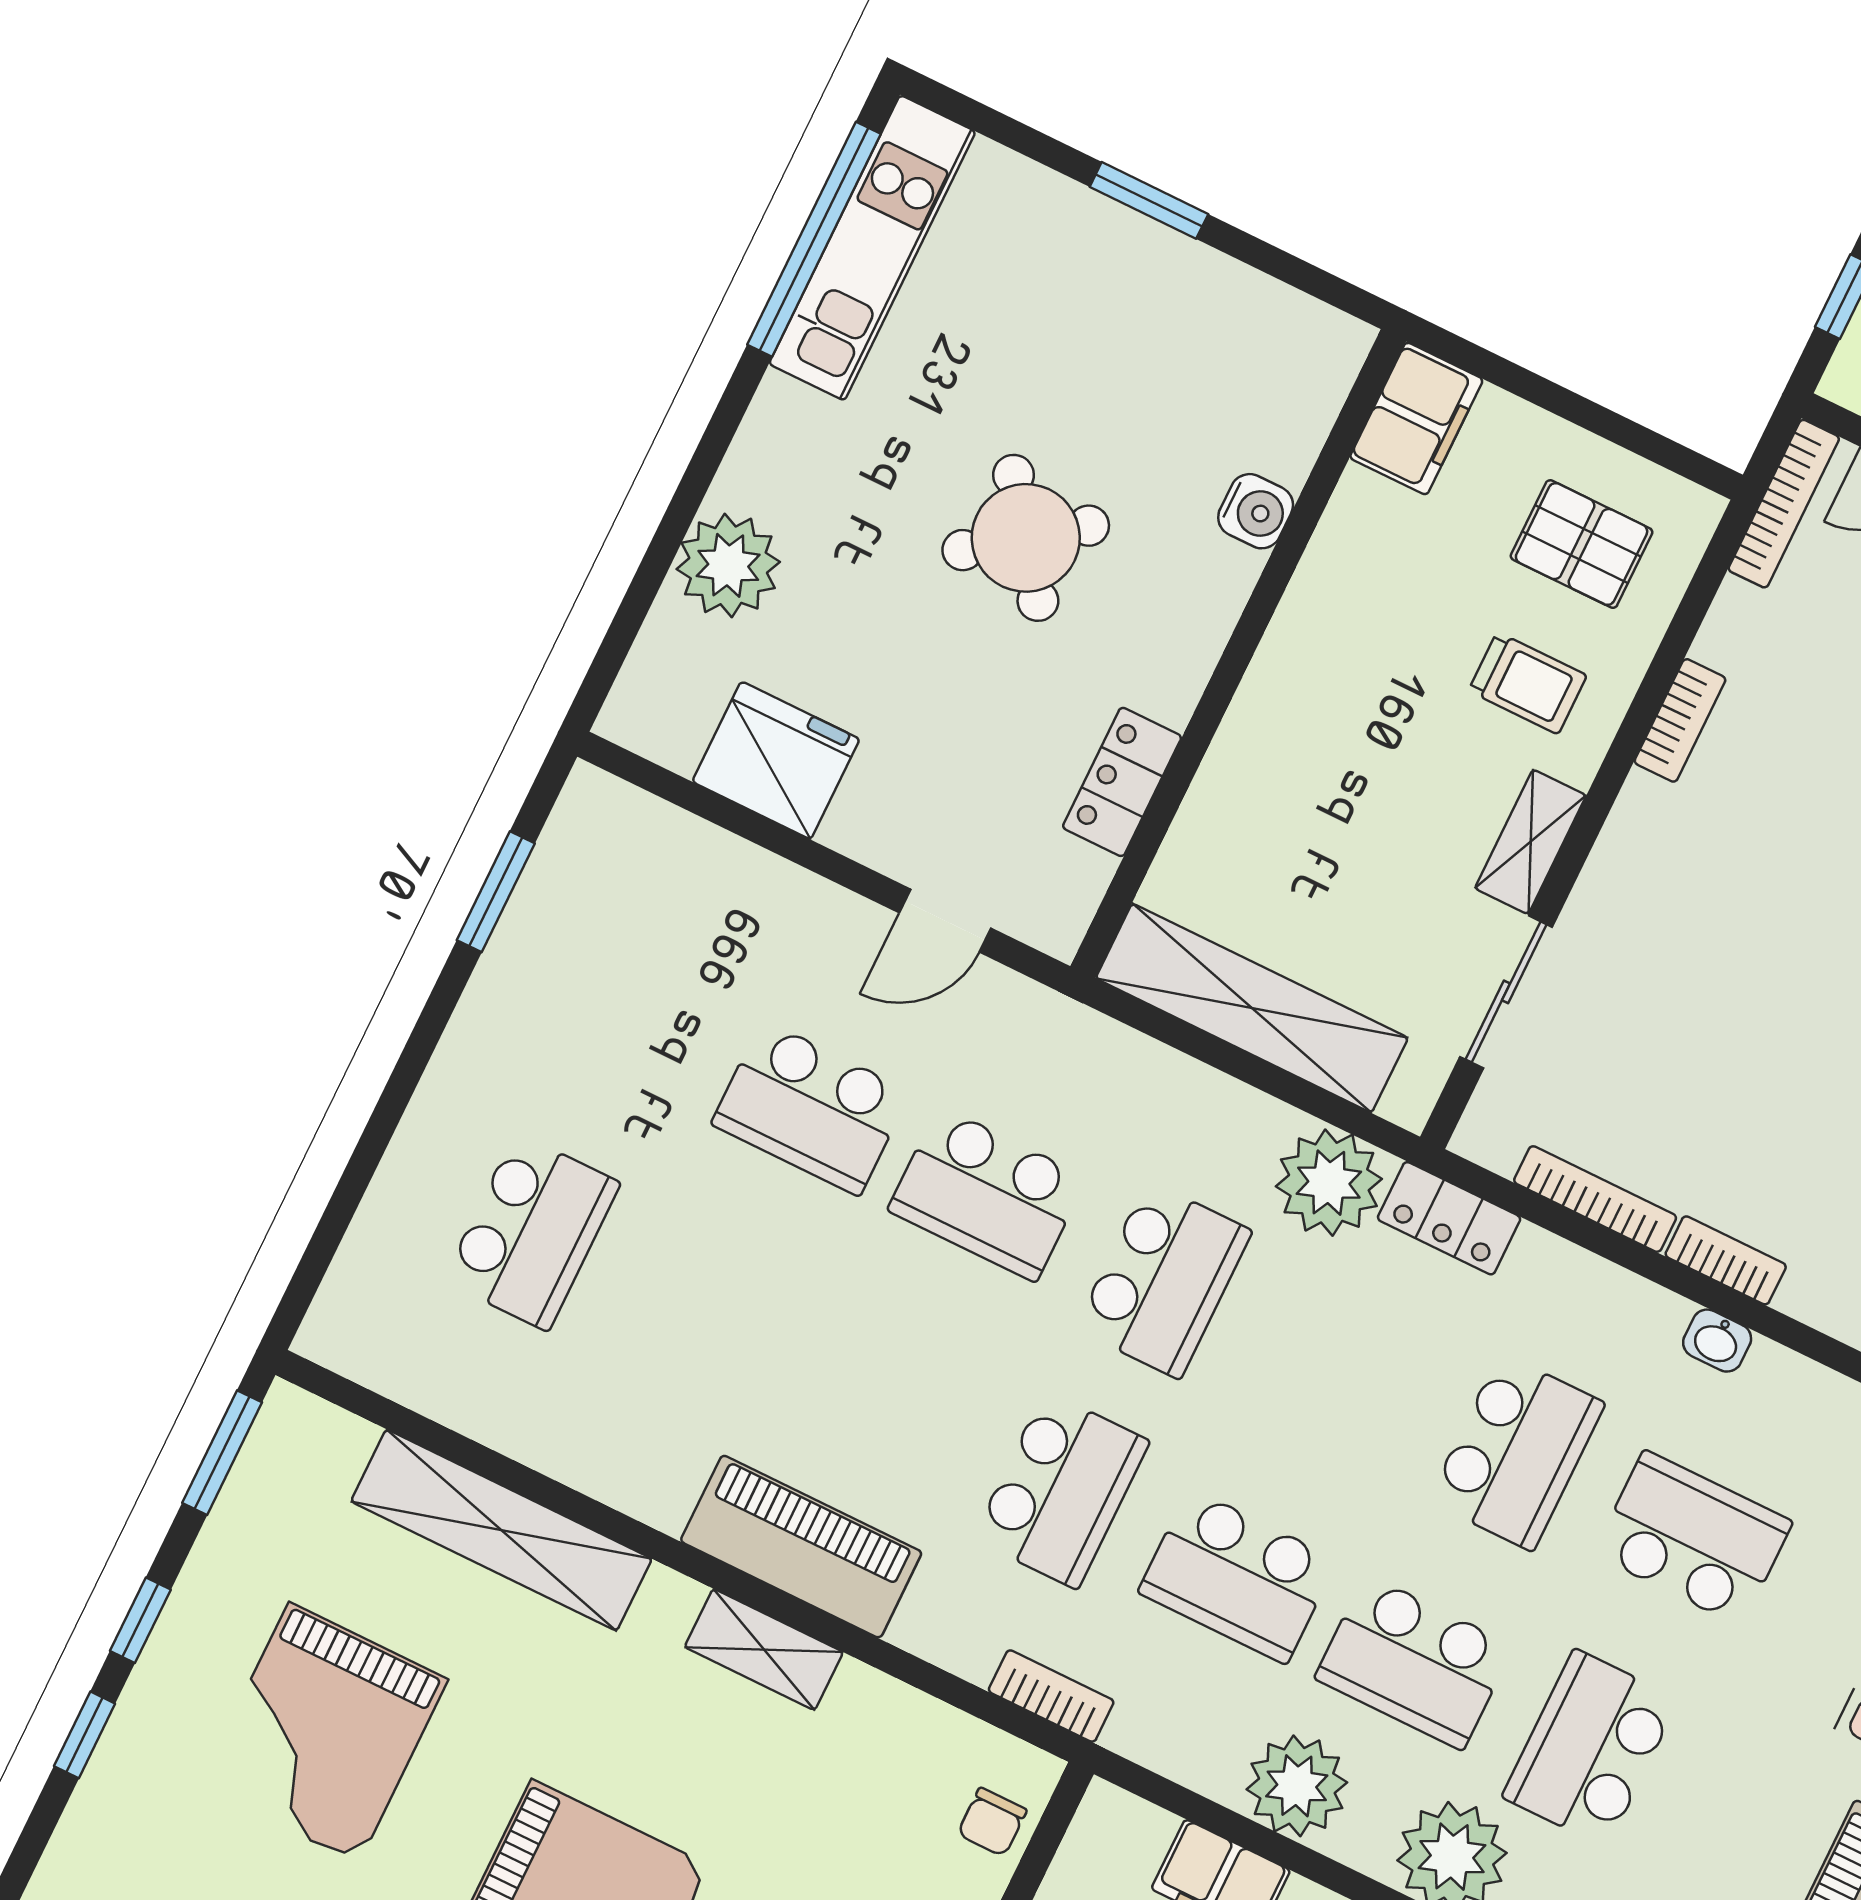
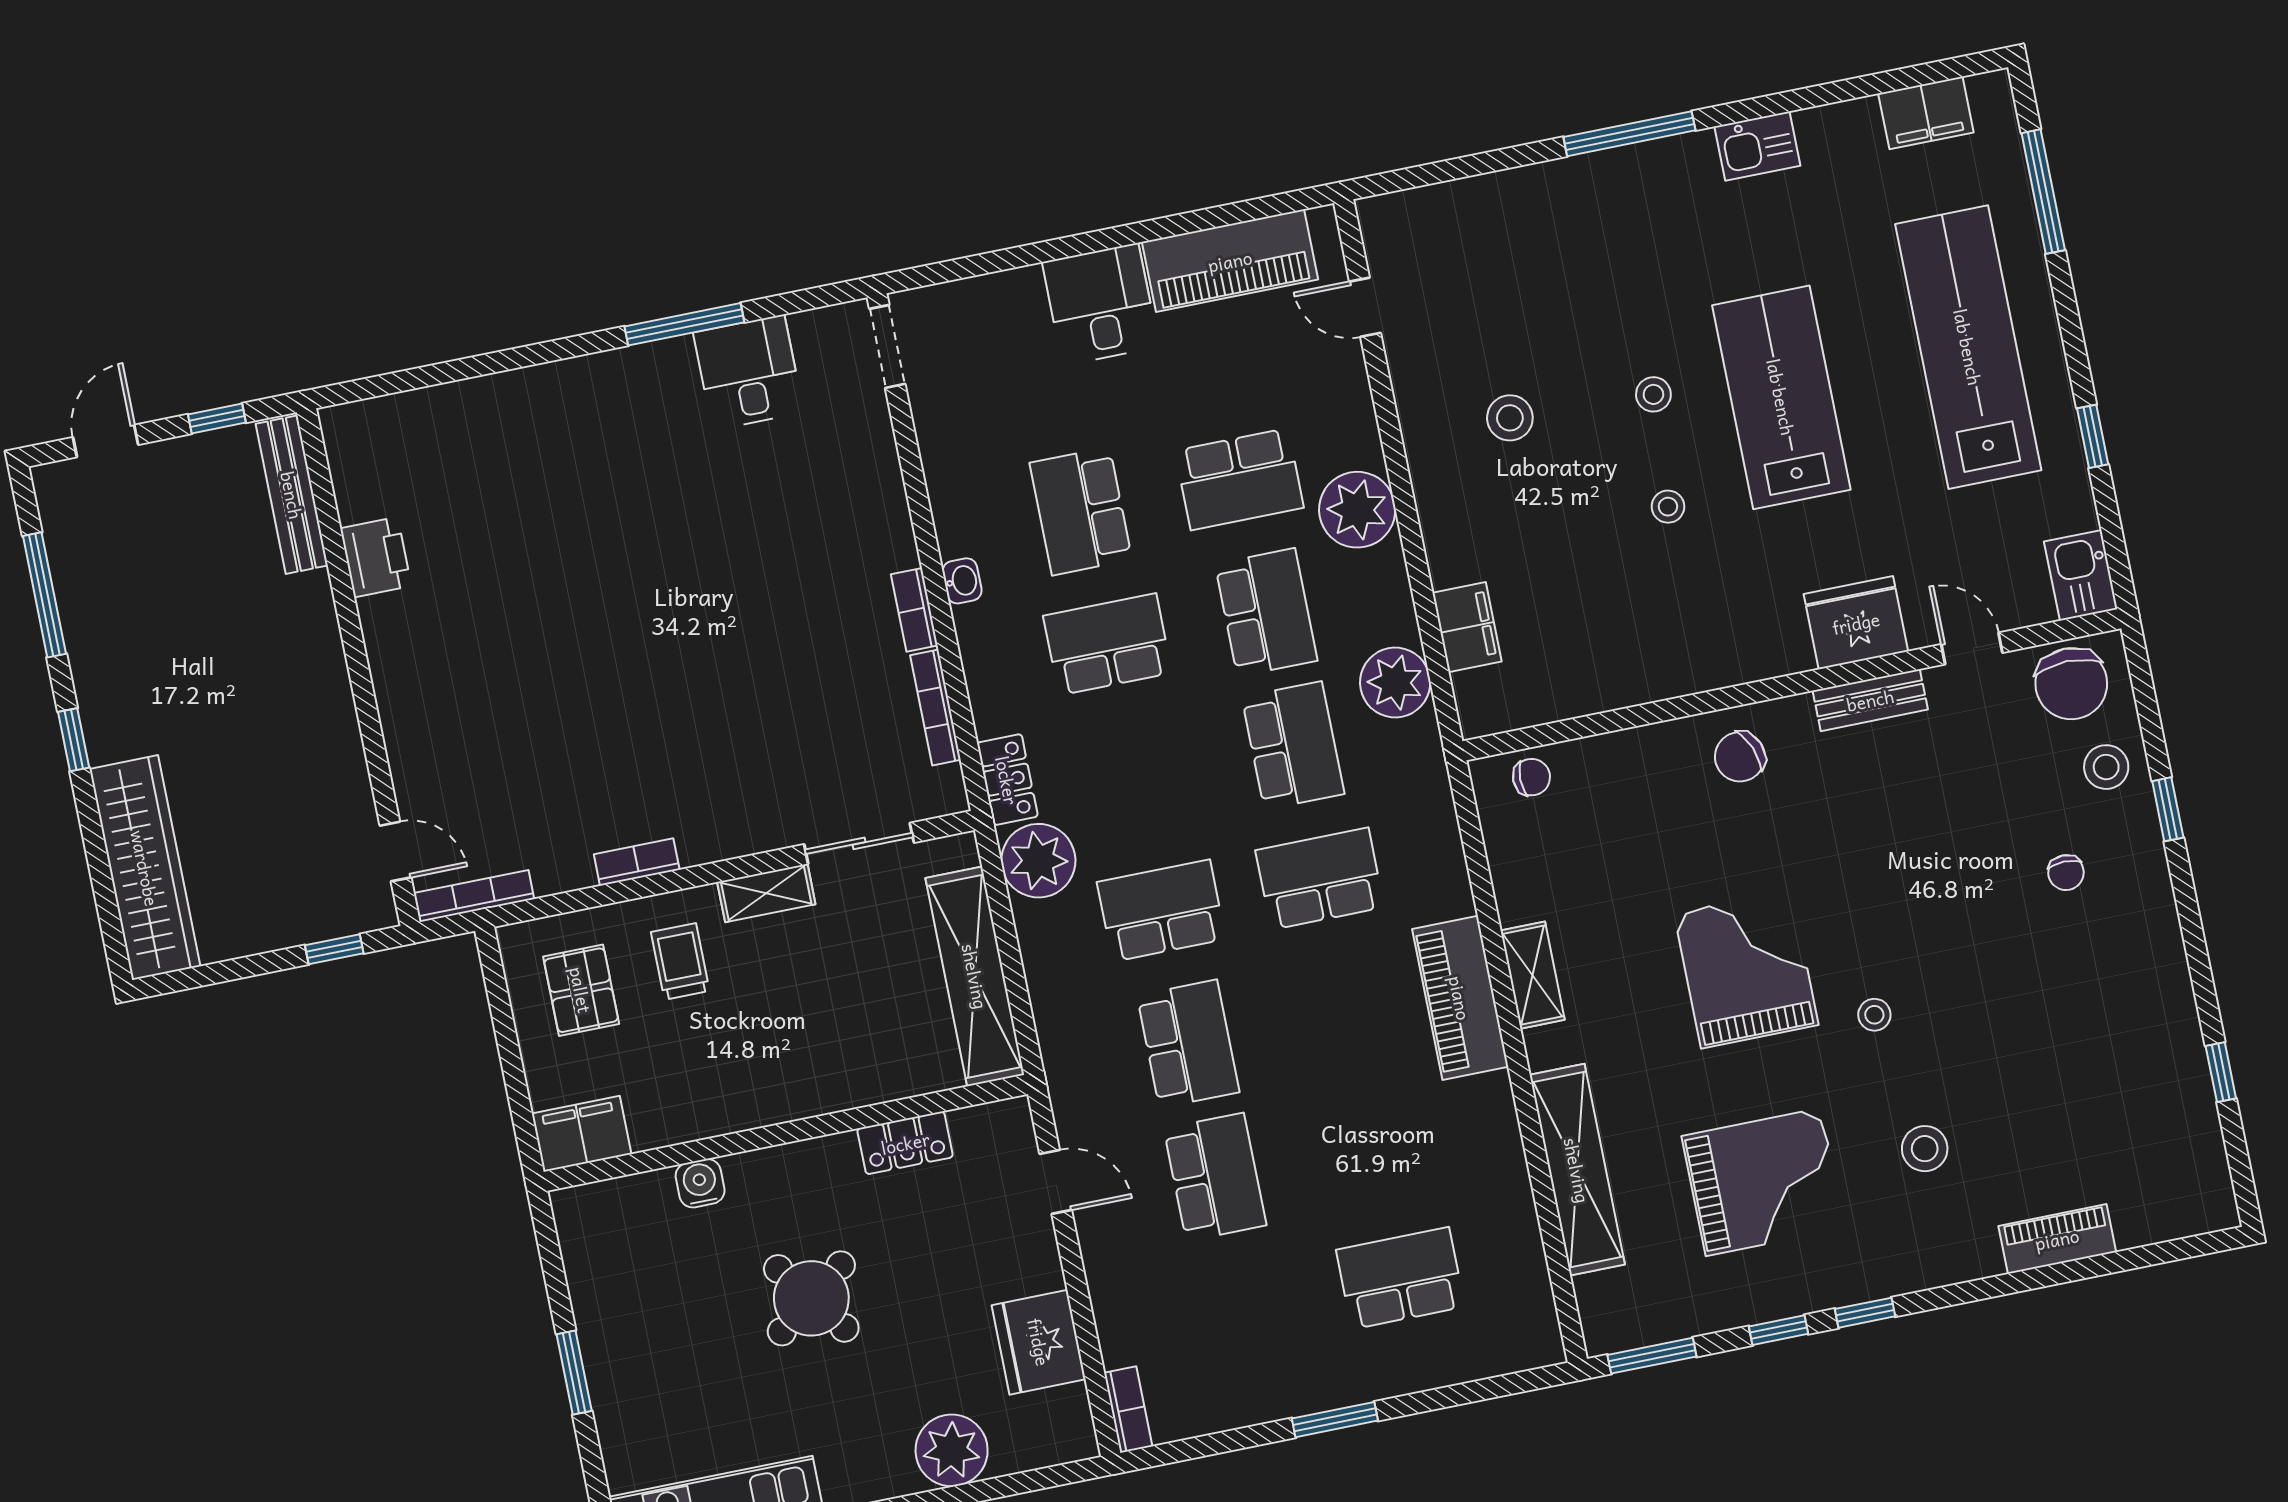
window: (496, 892) -> (1335, 1420), moved
bookcase: (1051, 1696) -> (1128, 1410), moved, turned 180
plant: (1297, 1786) -> (1395, 682), moved

